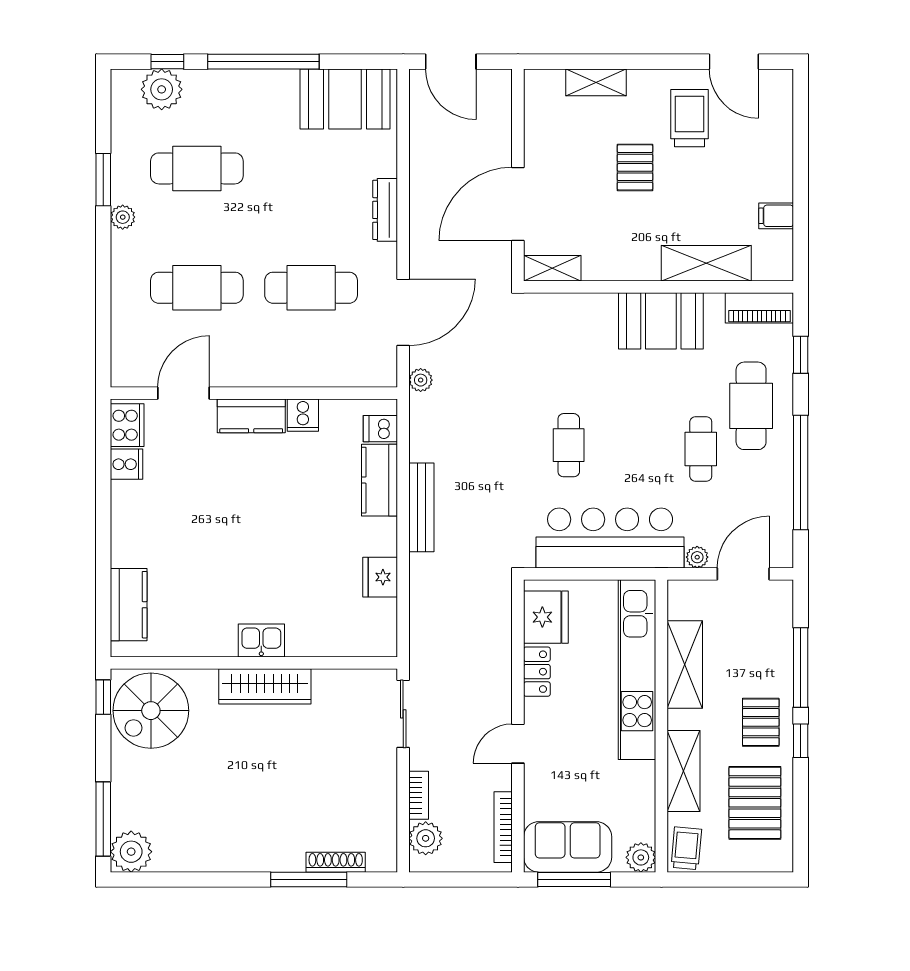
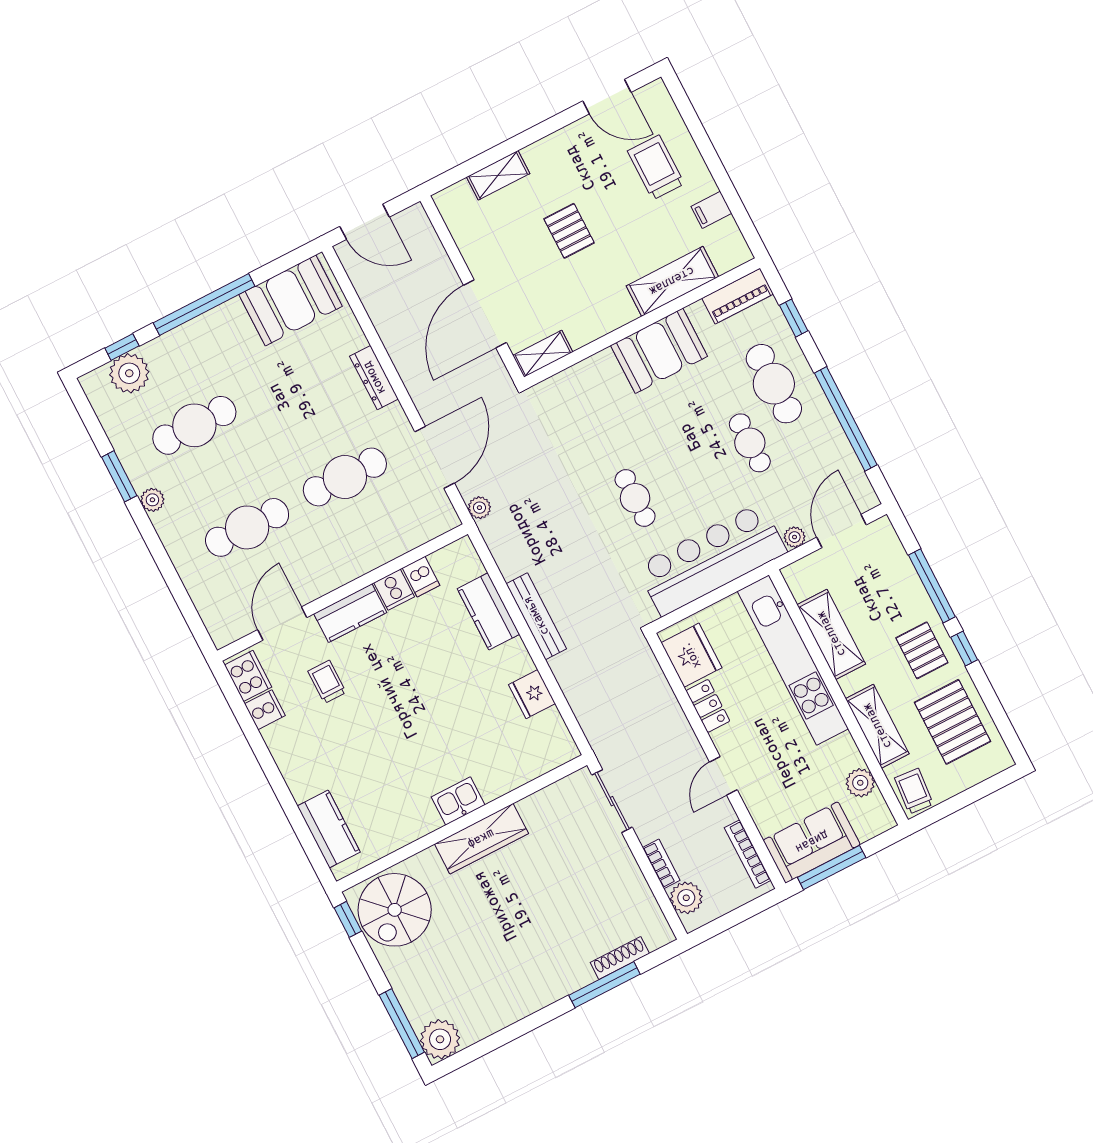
trolley: (690, 118) -> (656, 167), moved
dishwasher: (380, 429) -> (421, 577), moved, turned -90
trolley: (197, 468) -> (327, 682), added
plant: (641, 857) -> (860, 783), moved

